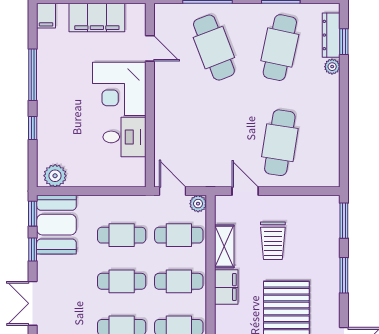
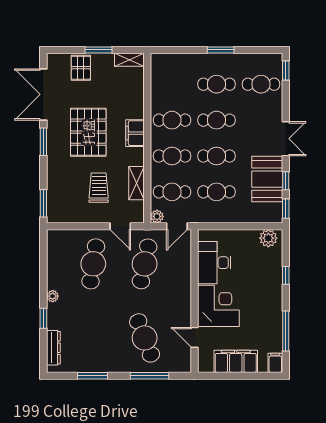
window: (344, 42) -> (43, 318), moved
cafe table: (280, 48) -> (145, 264), moved
plant: (332, 67) -> (53, 296), moved
window: (33, 75) -> (286, 331), moved
desk: (124, 137) -> (214, 263), width x1.37
door: (173, 191) -> (177, 226), hinge flipped
booth: (56, 225) -> (267, 179), moved
window: (344, 275) -> (43, 142), moved
filing cabinet: (226, 287) -> (135, 133), moved

